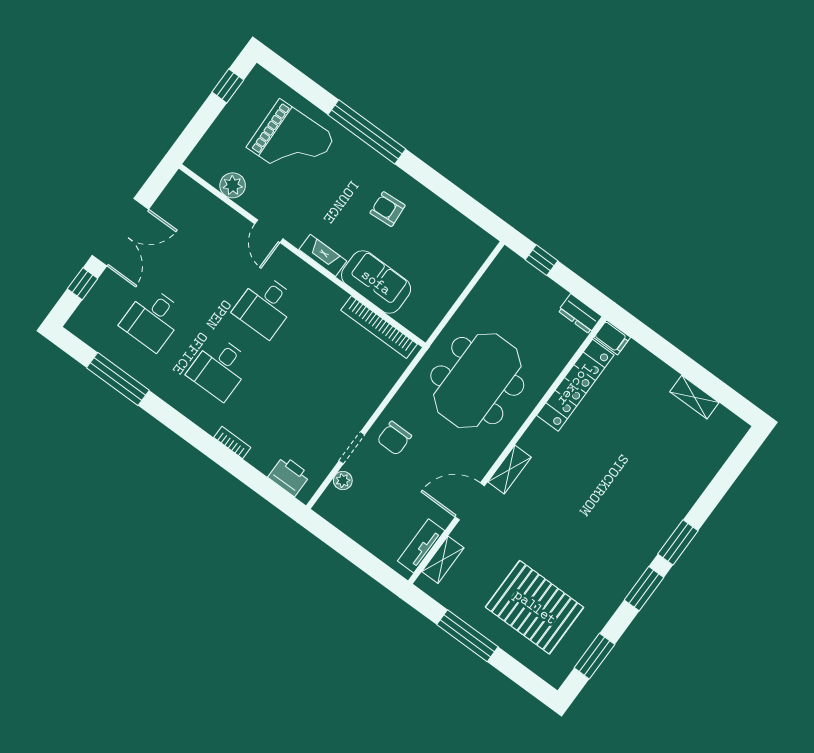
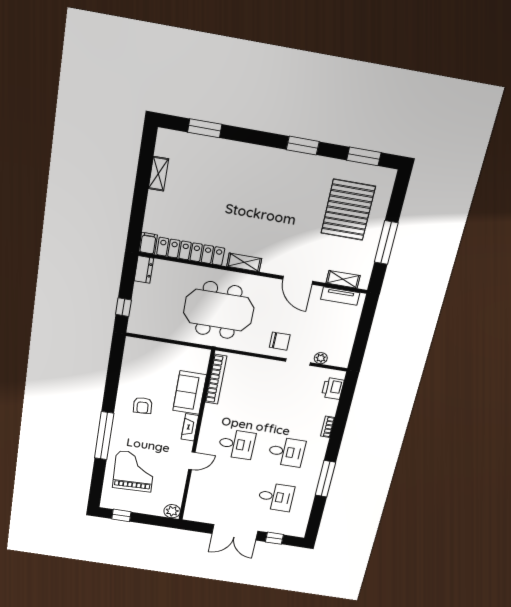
plant: (233, 185) -> (172, 511), moved
double door: (120, 232) -> (235, 532), swing flipped
window: (118, 379) -> (325, 479), moved
shelving: (509, 470) -> (244, 262), moved
window: (678, 542) -> (205, 128), moved

